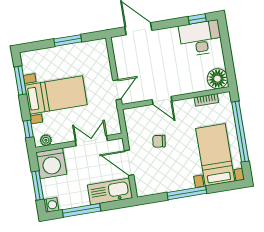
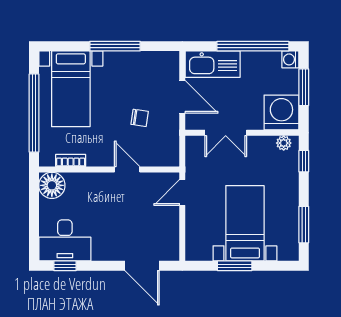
bed with nightstands: (56, 95) -> (245, 223), moved, turned 90
window: (82, 210) -> (253, 46), width x1.46

